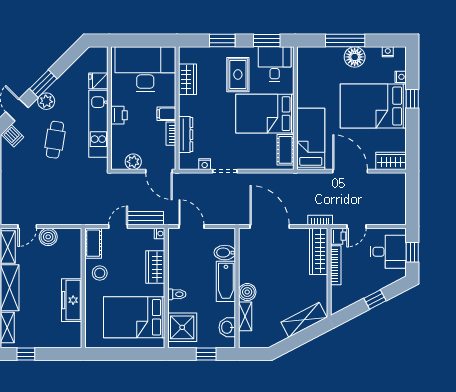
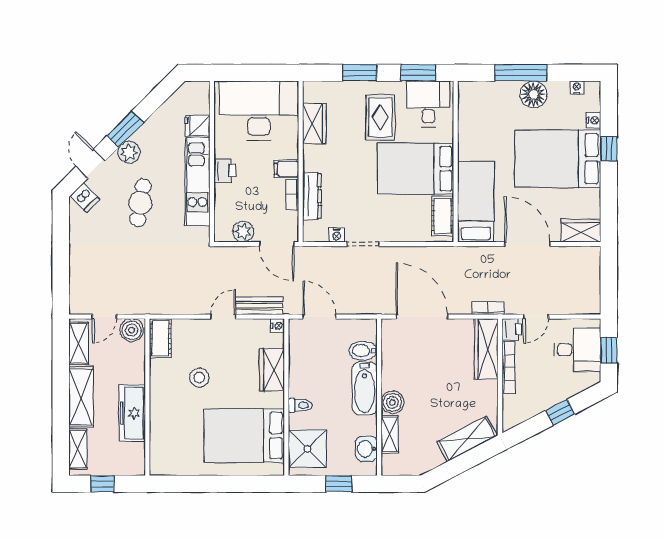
cot: (93, 243) -> (160, 338), moved
wall: (83, 288) -> (147, 397), moved
freezer: (72, 300) -> (132, 413), moved

